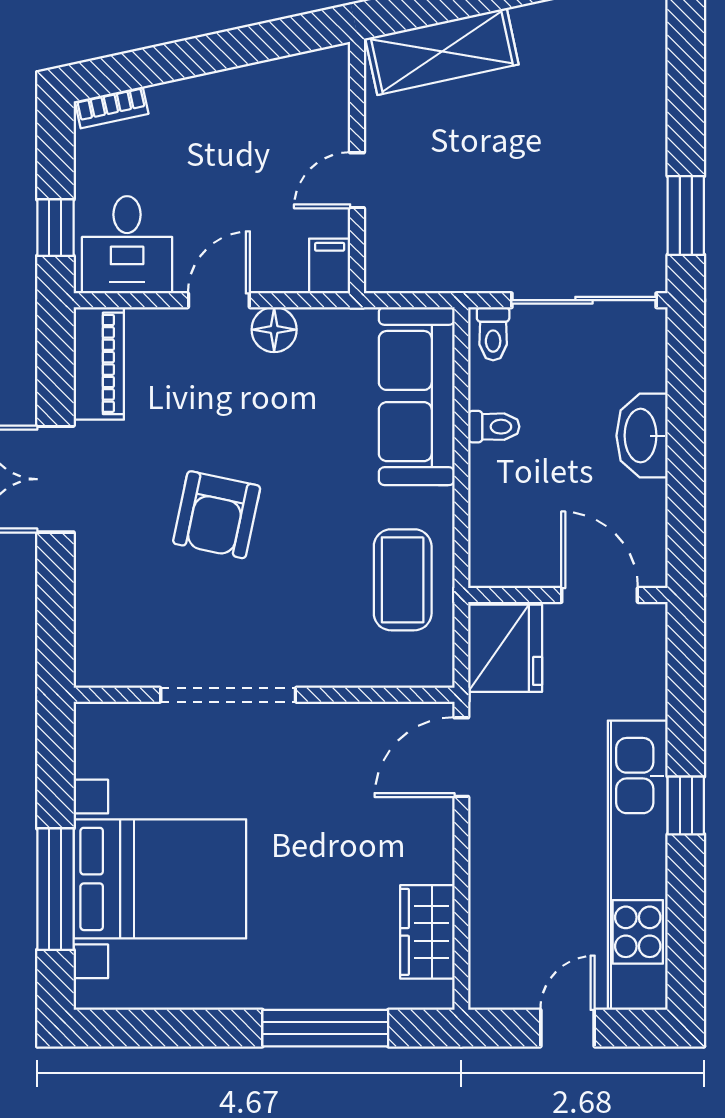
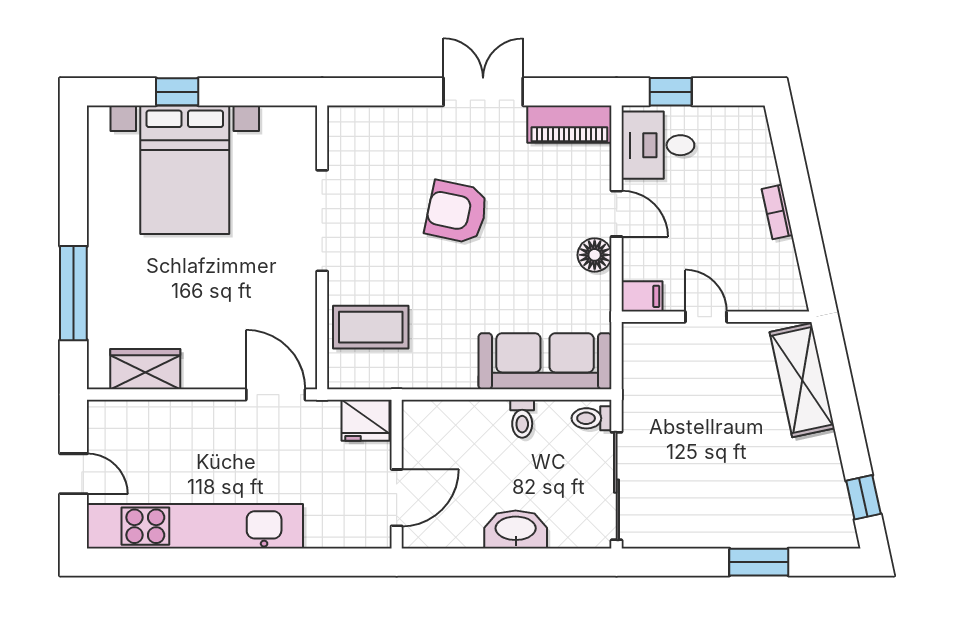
bookcase: (112, 108) -> (777, 212), moved
window: (686, 215) -> (759, 562), moved
coffee table: (403, 580) -> (371, 327), moved
fridge: (505, 648) -> (365, 420), width x0.73, depth x0.75
window: (686, 805) -> (240, 562), removed
window: (55, 889) -> (177, 92), width x0.46

